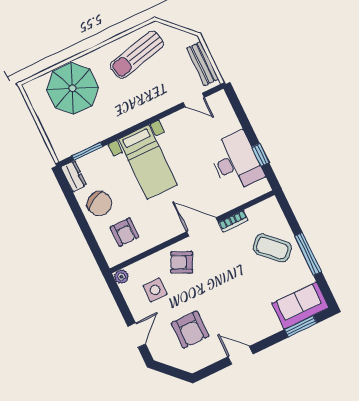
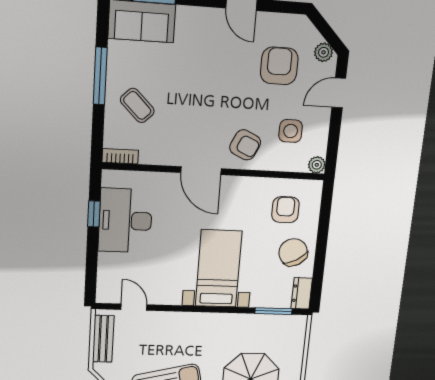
bookcase: (233, 221) -> (120, 156), moved
coffee table: (272, 248) -> (137, 105), width x0.73, depth x0.77
plant: (165, 356) -> (324, 52), added

